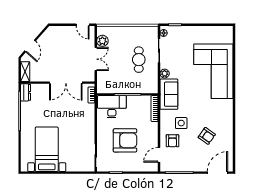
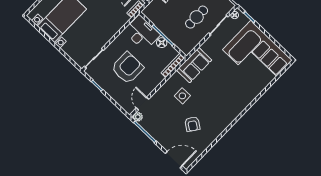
corner sofa: (213, 71) -> (257, 55), moved, turned -90
plant: (165, 74) -> (138, 117), moved
floor lamp: (132, 100) -> (162, 43), added
armchair: (125, 140) -> (127, 68), turned -90
armchair: (172, 141) -> (163, 103), removed
door: (159, 155) -> (142, 104), hinge flipped

